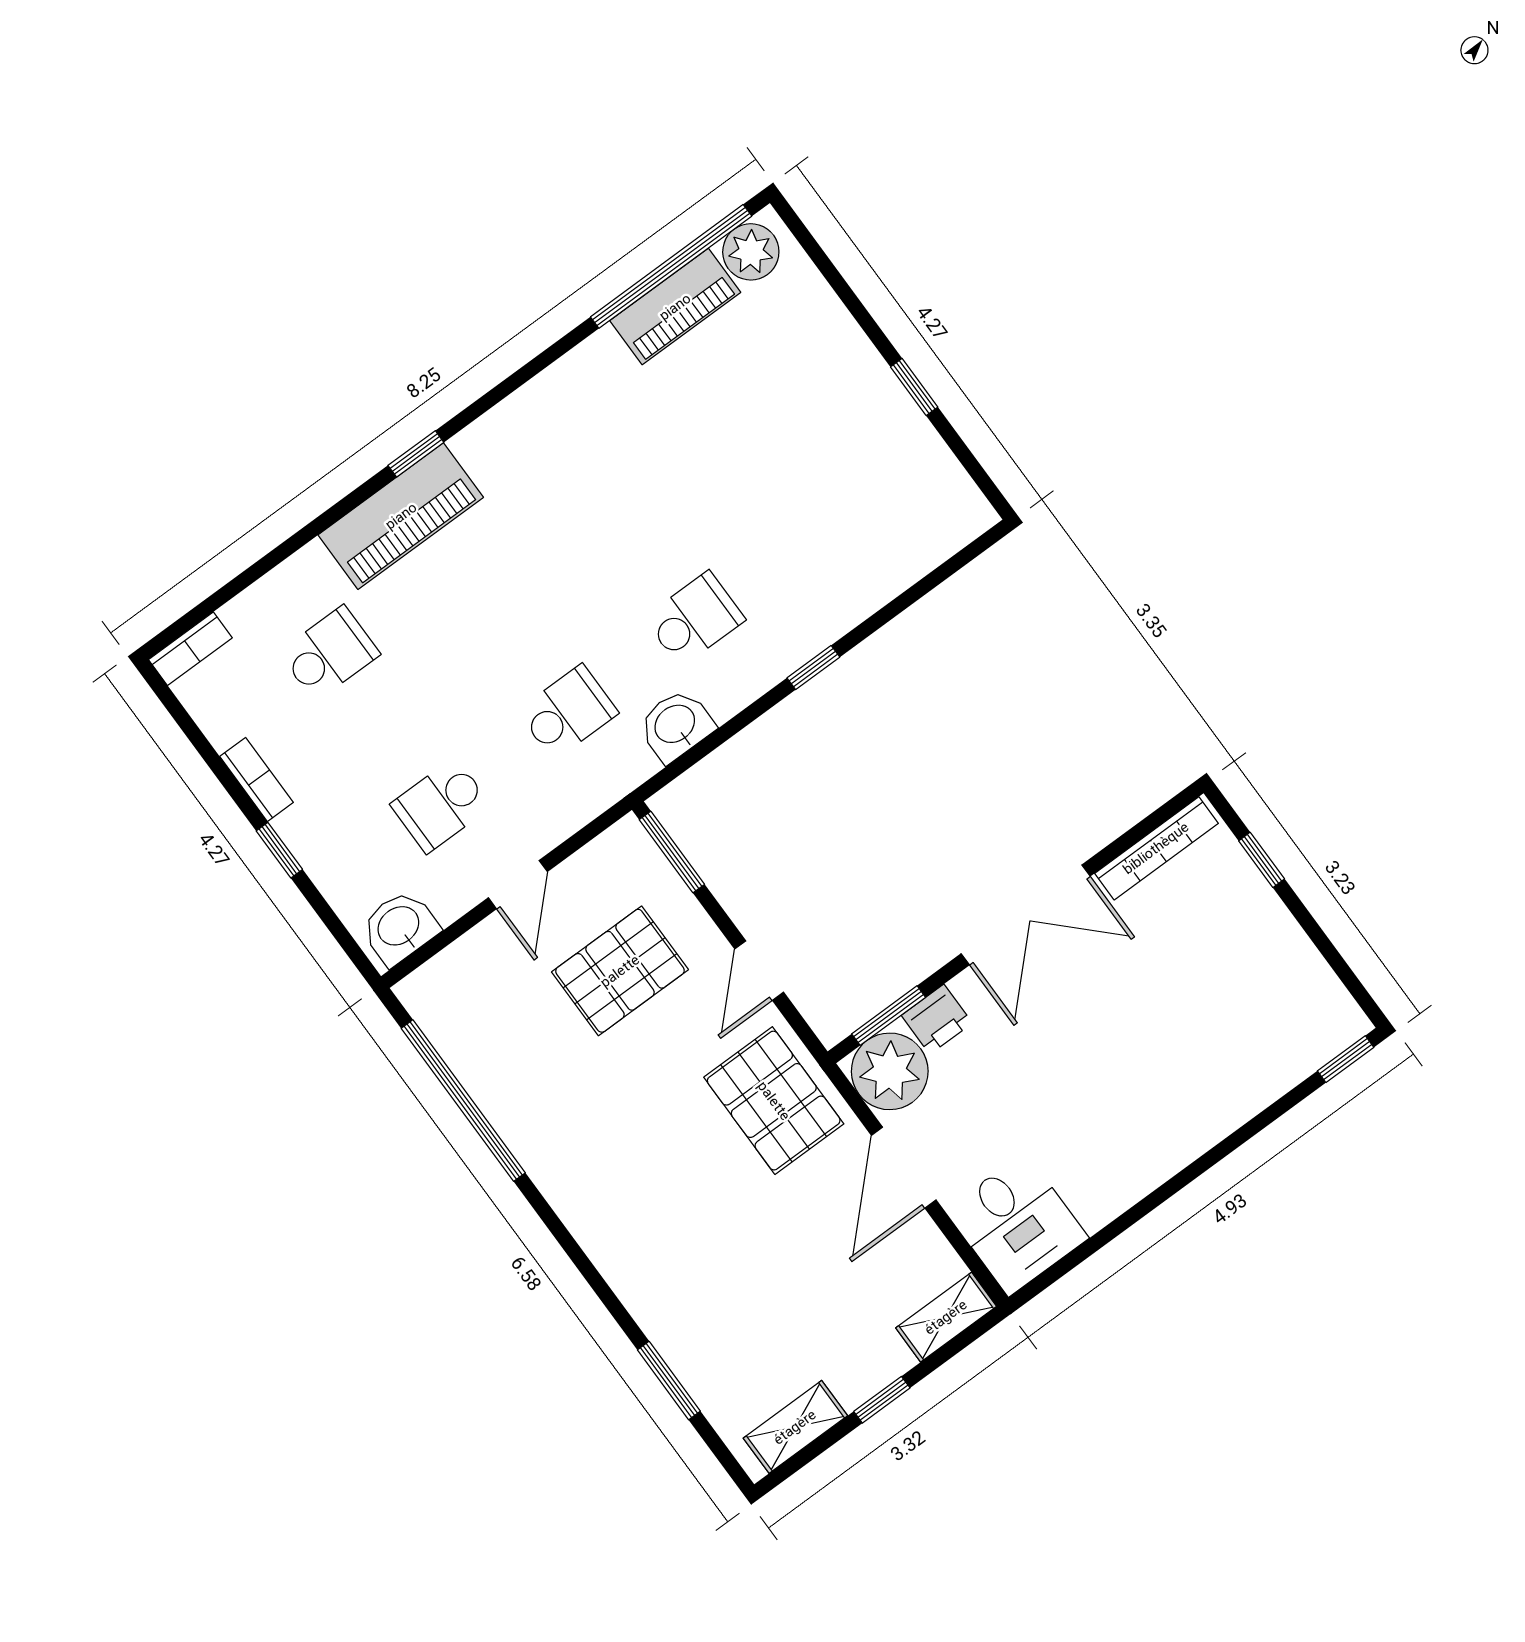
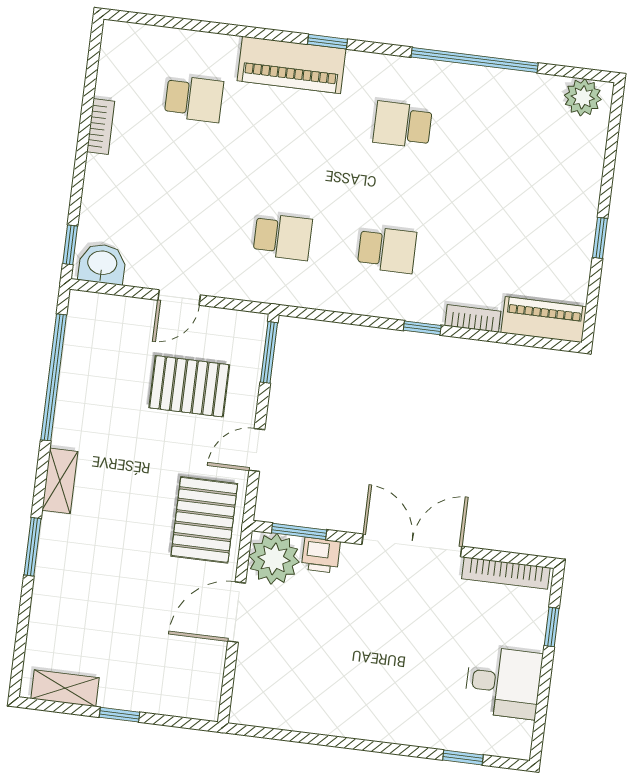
window: (671, 266) -> (475, 60), moved
piano: (675, 307) -> (544, 320), moved, turned 180
bookcase: (190, 649) -> (473, 318), moved, turned 180
washbasin: (676, 725) -> (329, 293), removed
school desk: (441, 805) -> (403, 125), moved
window: (279, 850) -> (70, 245), moved
double door: (1026, 915) -> (412, 545), swing flipped
window: (1346, 1059) -> (463, 757), moved
desk: (1017, 1224) -> (503, 683), moved, turned -90
shelving: (946, 1317) -> (60, 481), moved, turned 90
window: (669, 1380) -> (32, 547), moved

